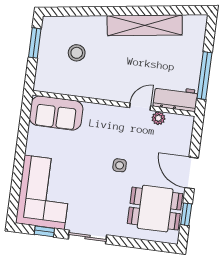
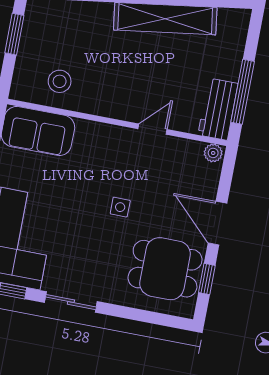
stool: (77, 53) -> (60, 81), moved
workbench: (176, 98) -> (218, 109), moved, turned -90
plant: (158, 118) -> (213, 153), moved

